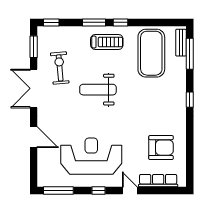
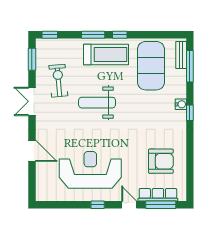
treadmill: (107, 42) -> (106, 54), width x1.37, depth x1.38
double door: (34, 88) -> (32, 101), width x0.73
water cooler: (181, 91) -> (181, 104), added
window: (58, 190) -> (161, 205), moved

